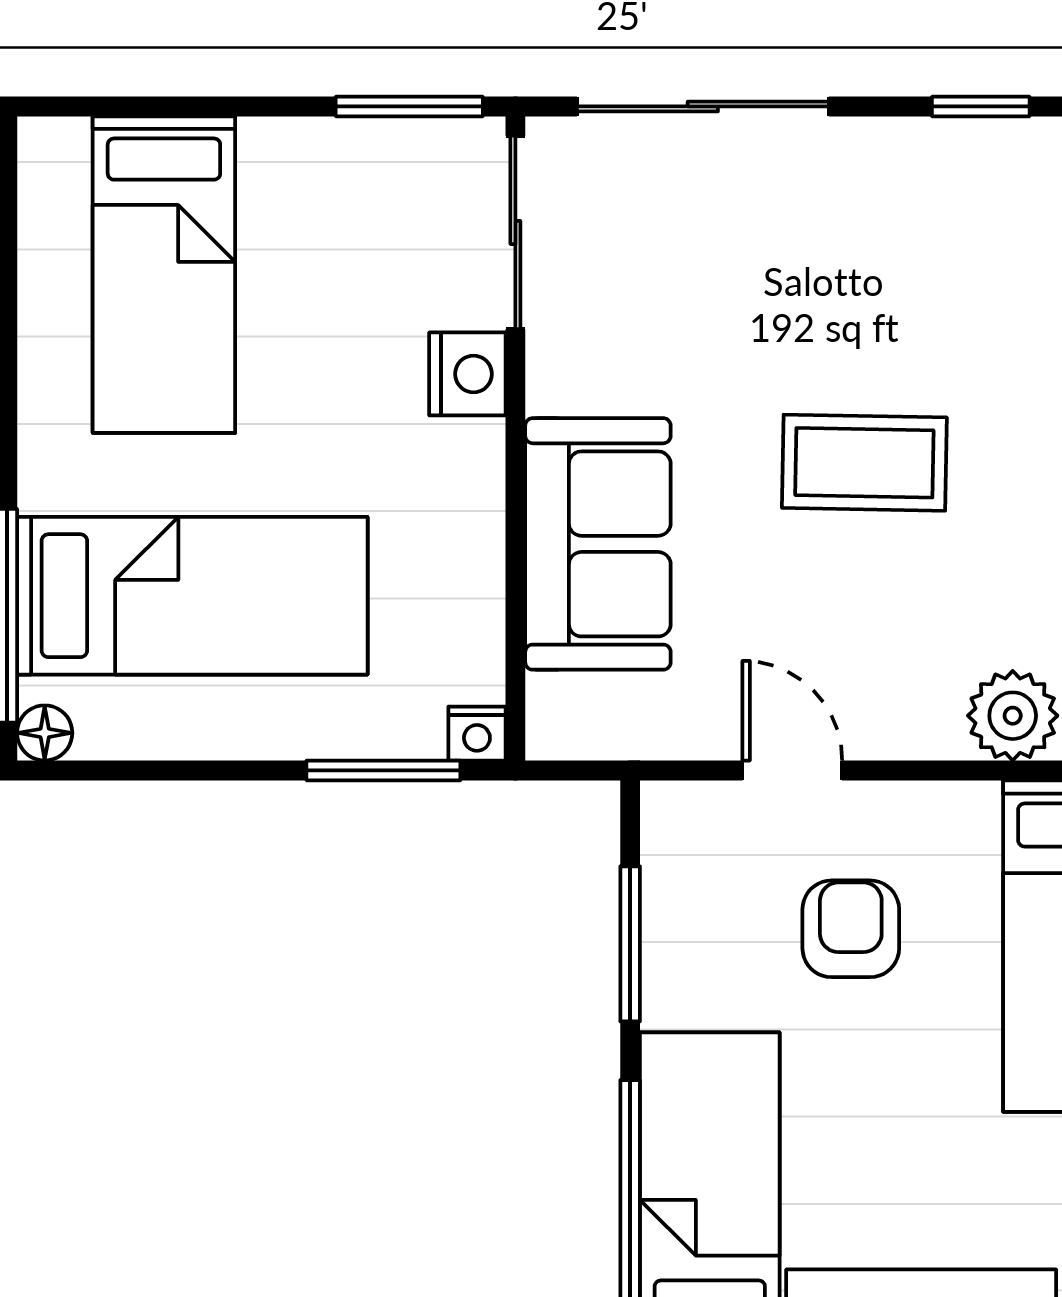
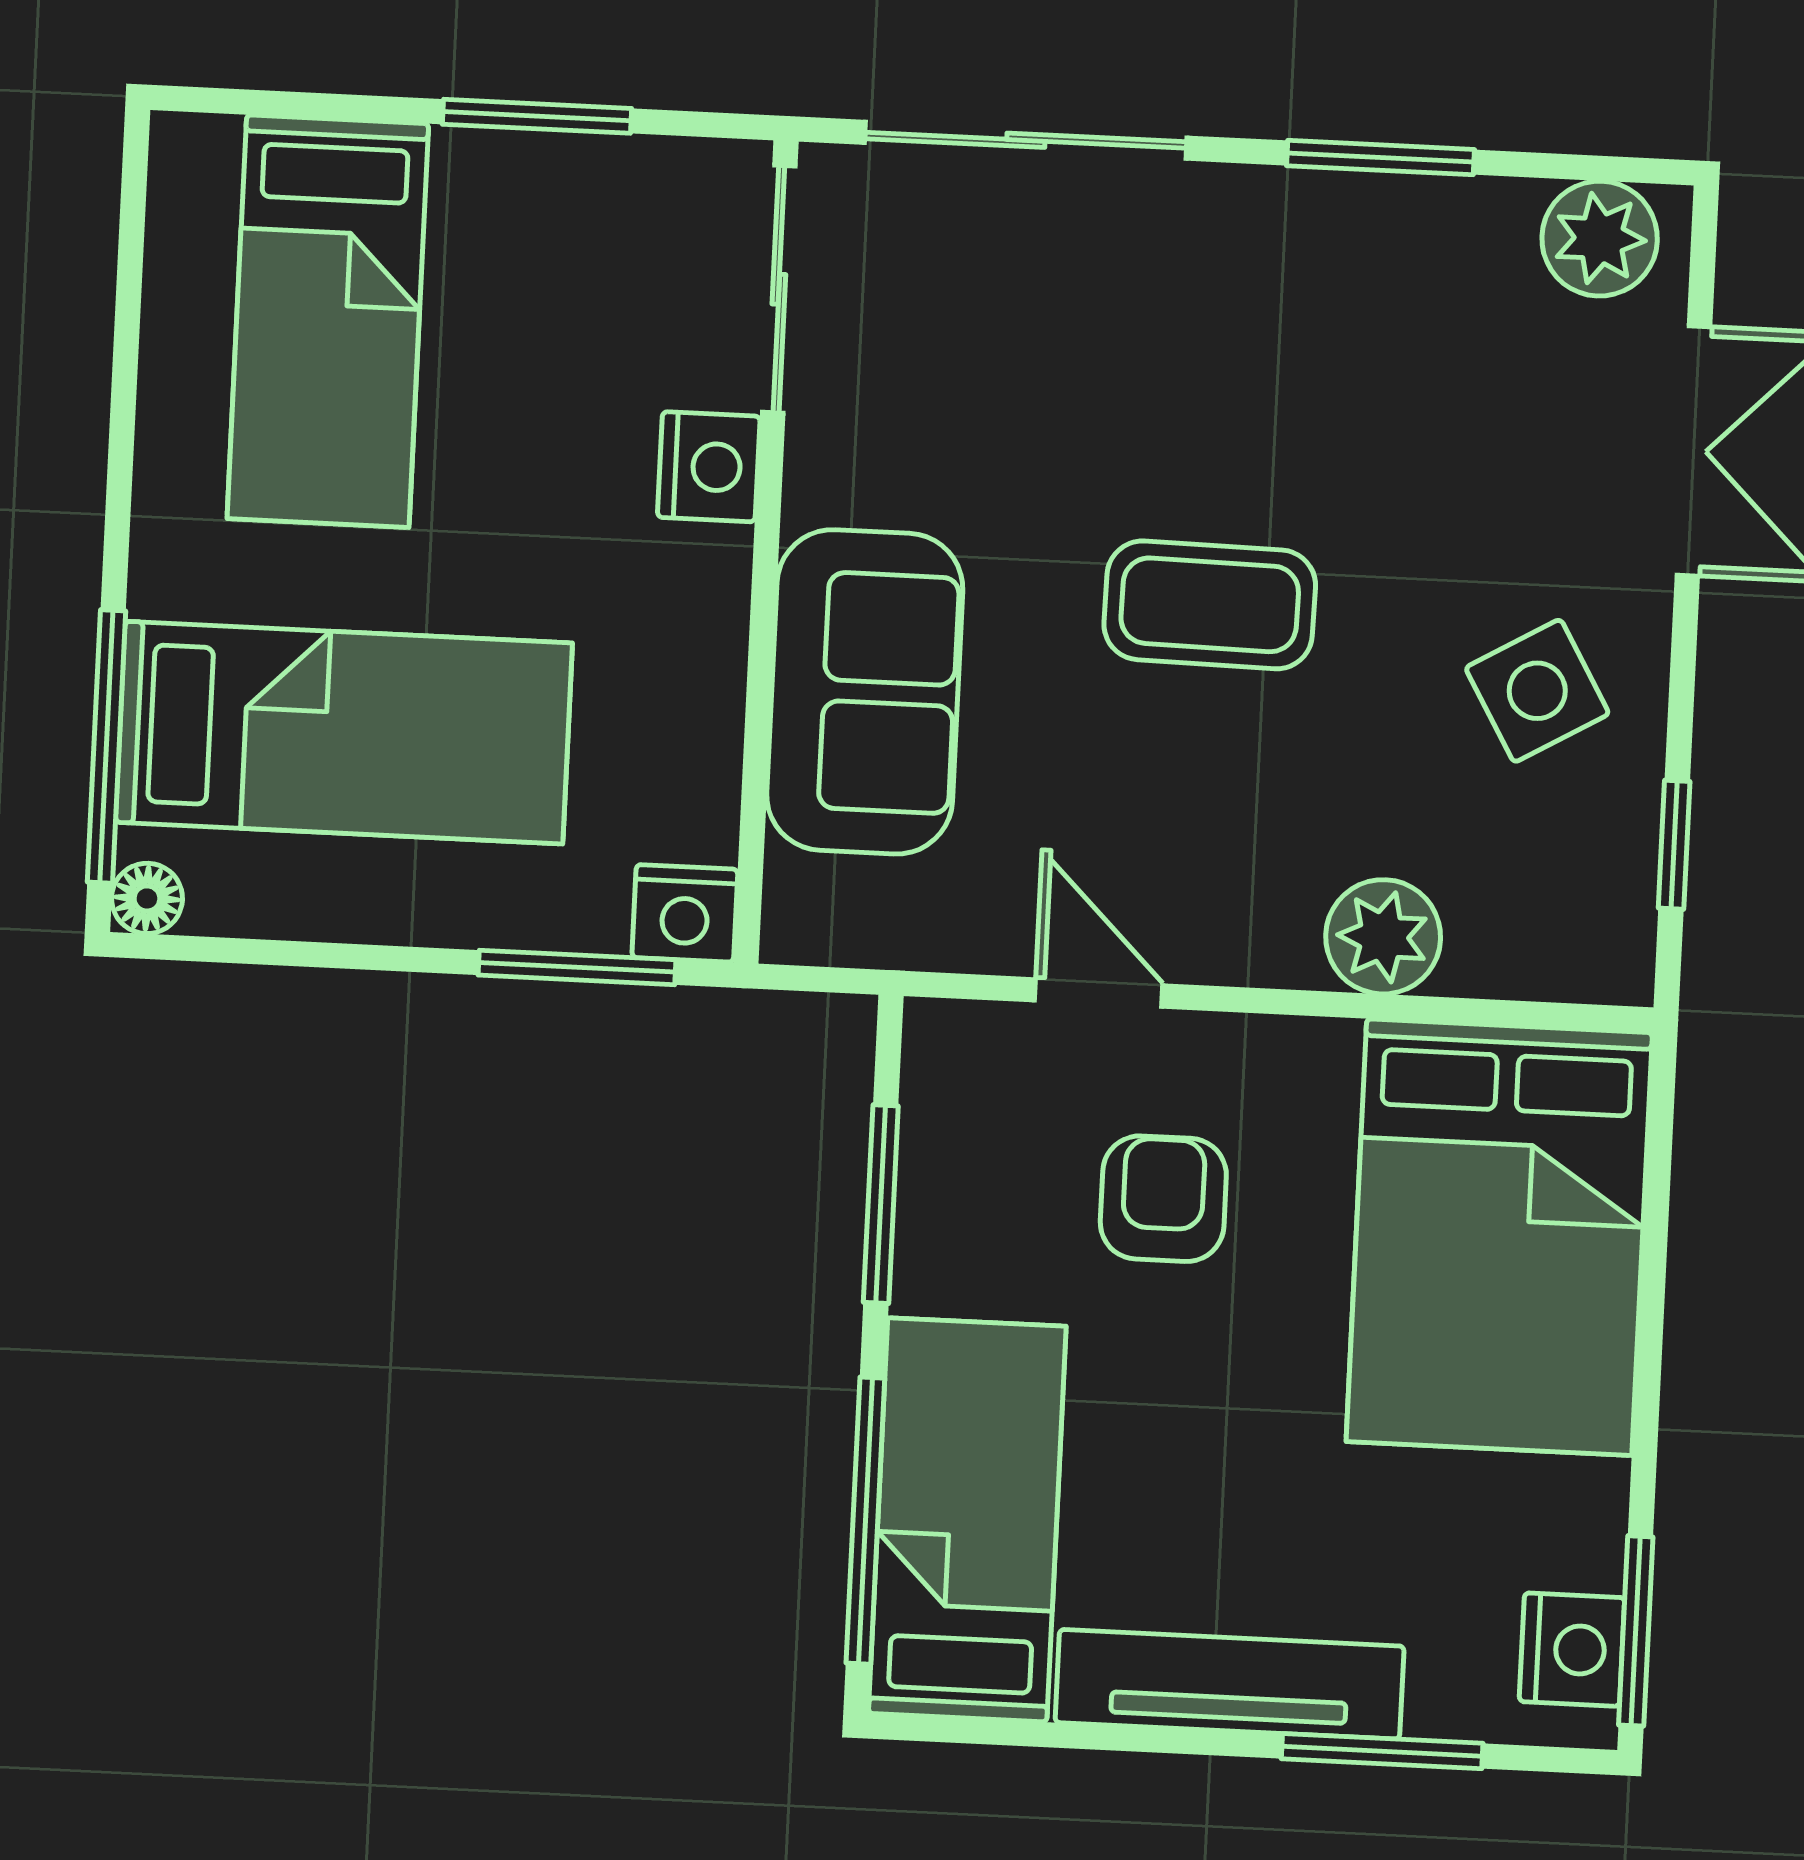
window: (409, 106) -> (537, 116), moved
window: (981, 106) -> (1380, 158), width x1.50
nightstand: (477, 734) -> (685, 913), width x1.39, depth x1.35

